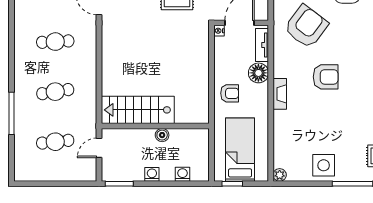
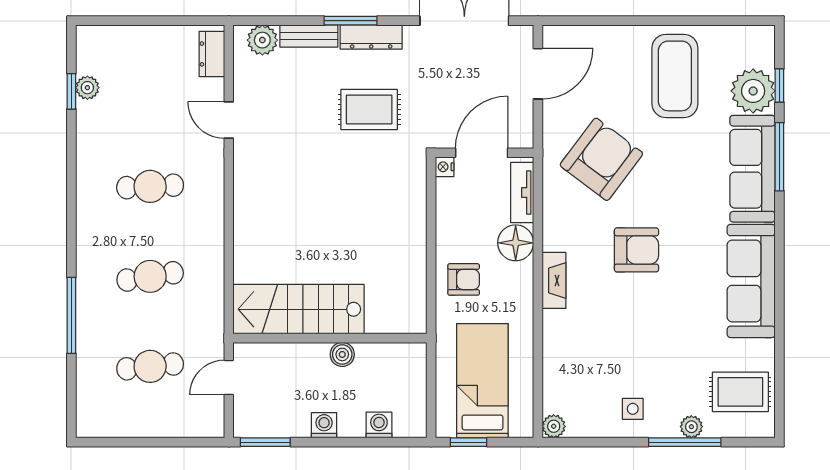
side table: (324, 165) -> (633, 409), width x0.54, depth x0.54
plant: (356, 175) -> (691, 427), added

